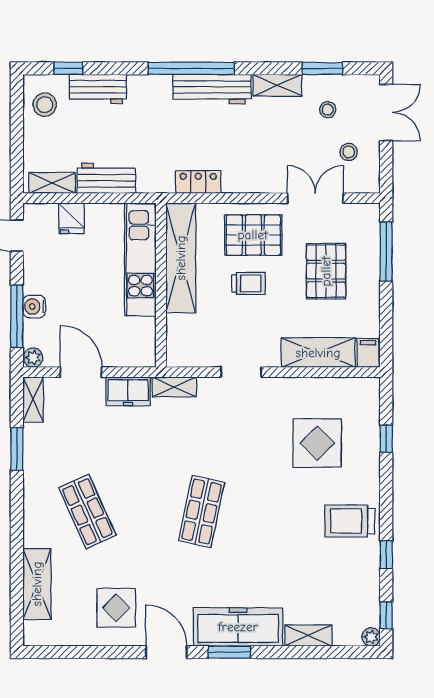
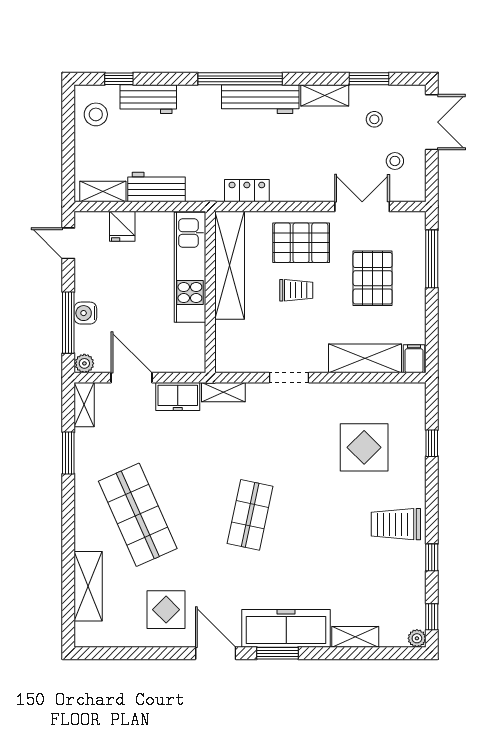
shop shelf: (87, 512) -> (138, 515), width x1.43, depth x1.36

